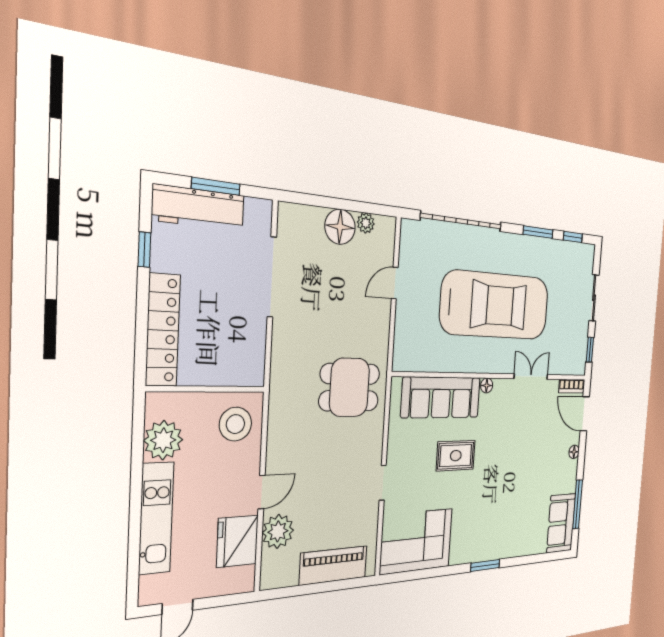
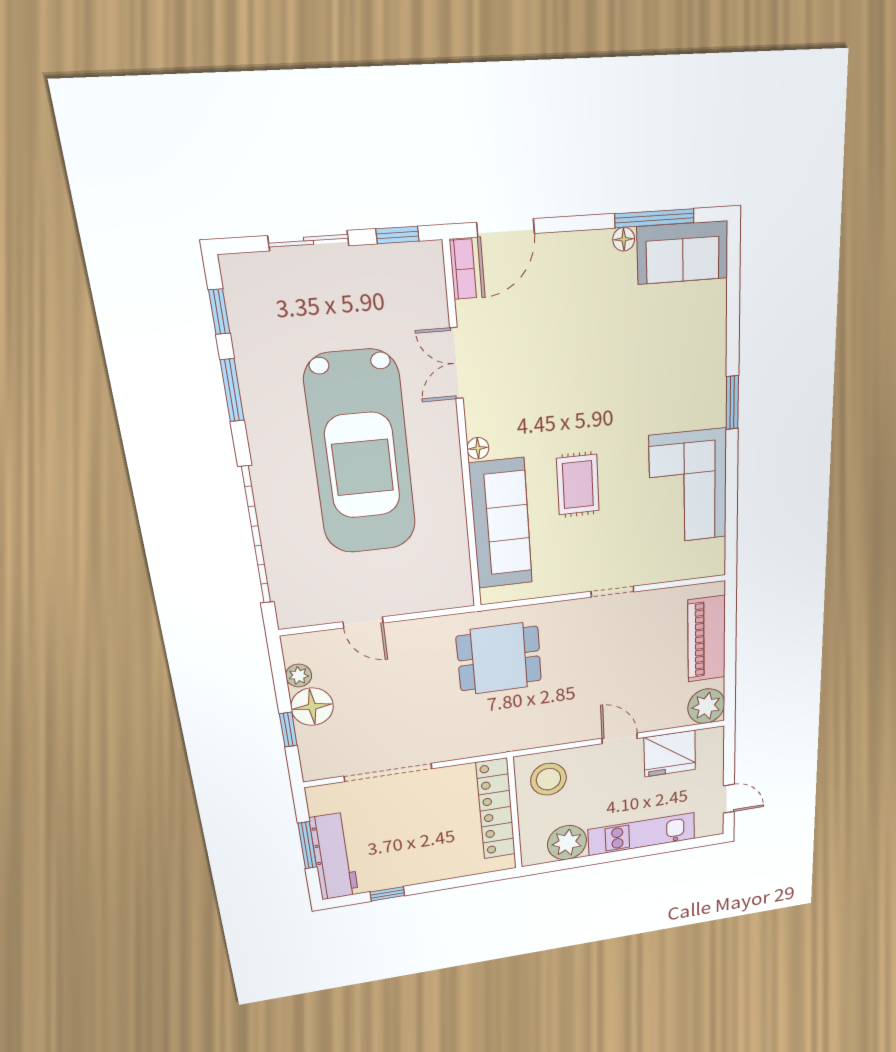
window: (325, 202) -> (288, 730), added
car: (496, 305) -> (361, 454), turned 180
locker: (163, 330) -> (496, 809), moved, turned -90
dining table: (350, 387) -> (499, 658), turned 90
floor lamp: (574, 452) -> (624, 239), moved
plant: (278, 531) -> (706, 706), moved
corner sofa: (416, 541) -> (688, 487), moved

